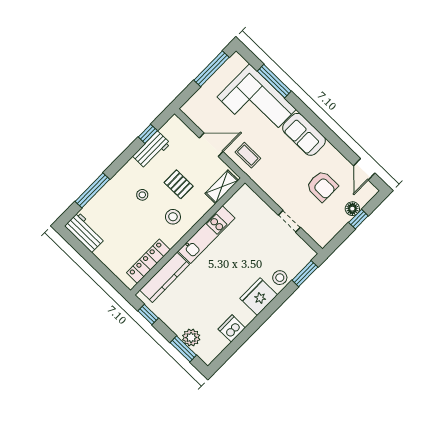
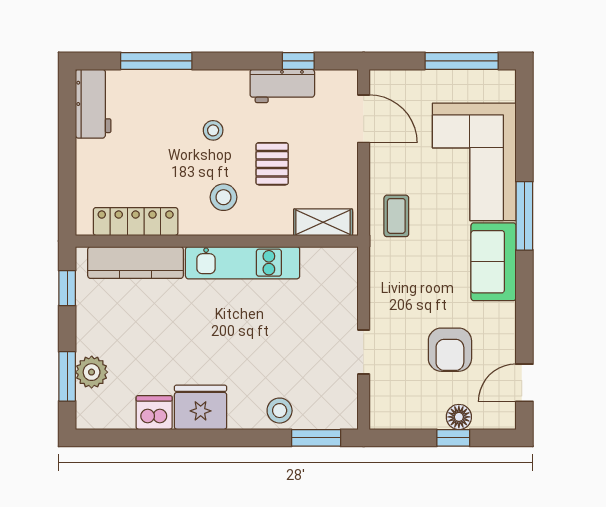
window: (274, 81) -> (524, 216), moved
door: (211, 145) -> (364, 119), moved
fridge: (259, 297) -> (201, 407), moved

